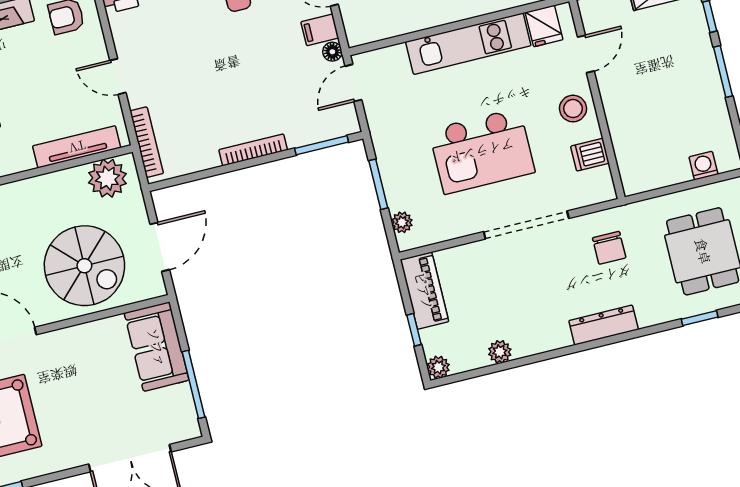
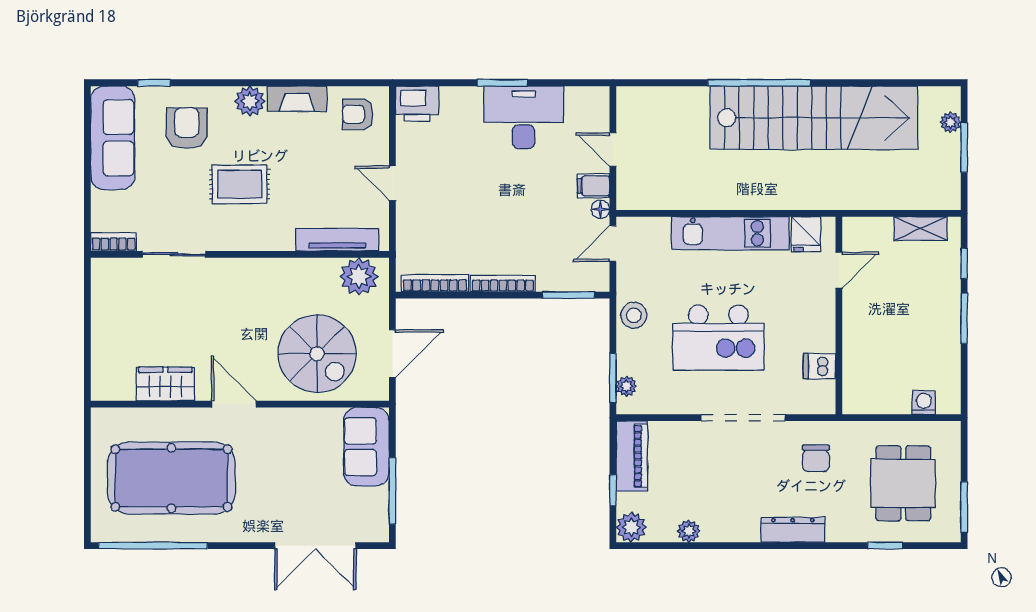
stool: (573, 109) -> (634, 315), moved
bookcase: (147, 142) -> (435, 283), moved, turned -90
window: (378, 184) -> (613, 378), moved
plant: (438, 367) -> (631, 527), width x1.38, depth x1.38

